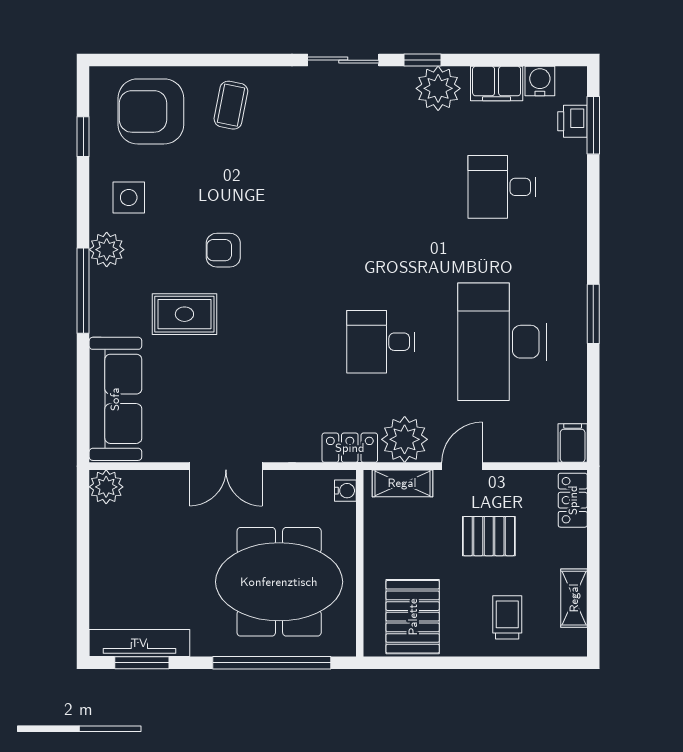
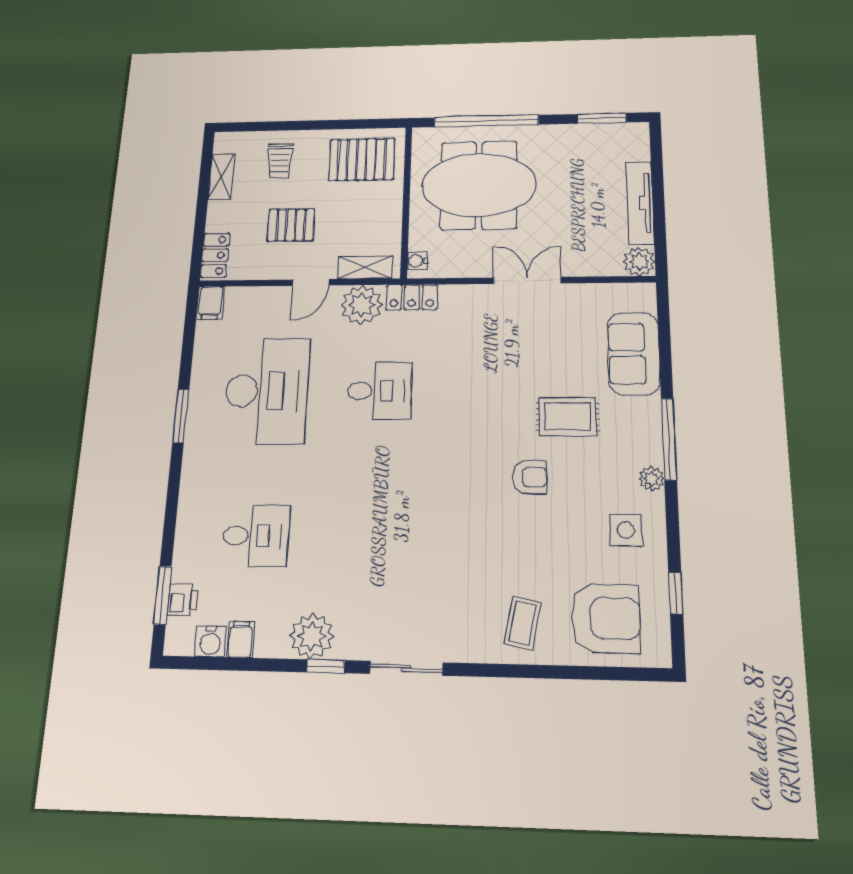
filing cabinet: (497, 84) -> (240, 640), width x0.50
plant: (107, 250) -> (652, 479), width x0.73, depth x0.73
sofa: (115, 399) -> (634, 354), width x0.73
pallet: (413, 617) -> (362, 160), turned 90
tv unit: (139, 643) -> (640, 203), moved, turned 90

